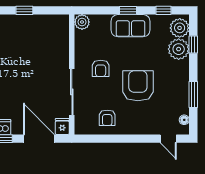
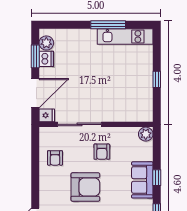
armchair: (101, 68) -> (102, 152), turned -90
armchair: (107, 118) -> (55, 158), turned -90

